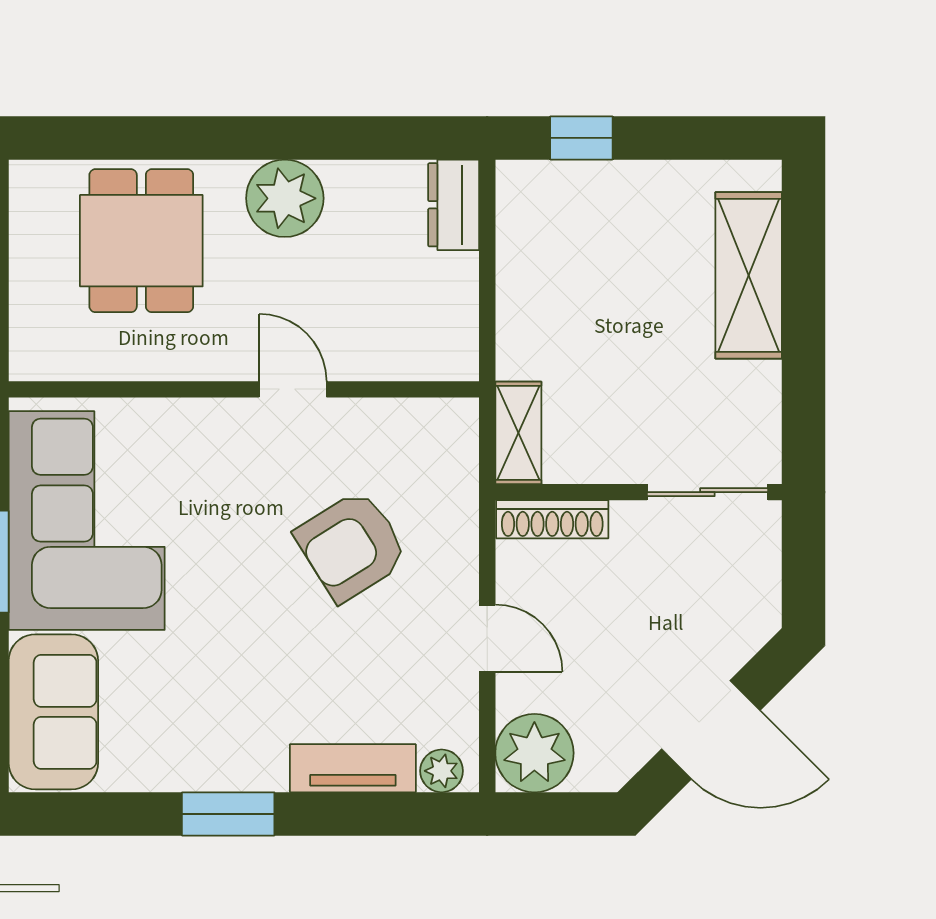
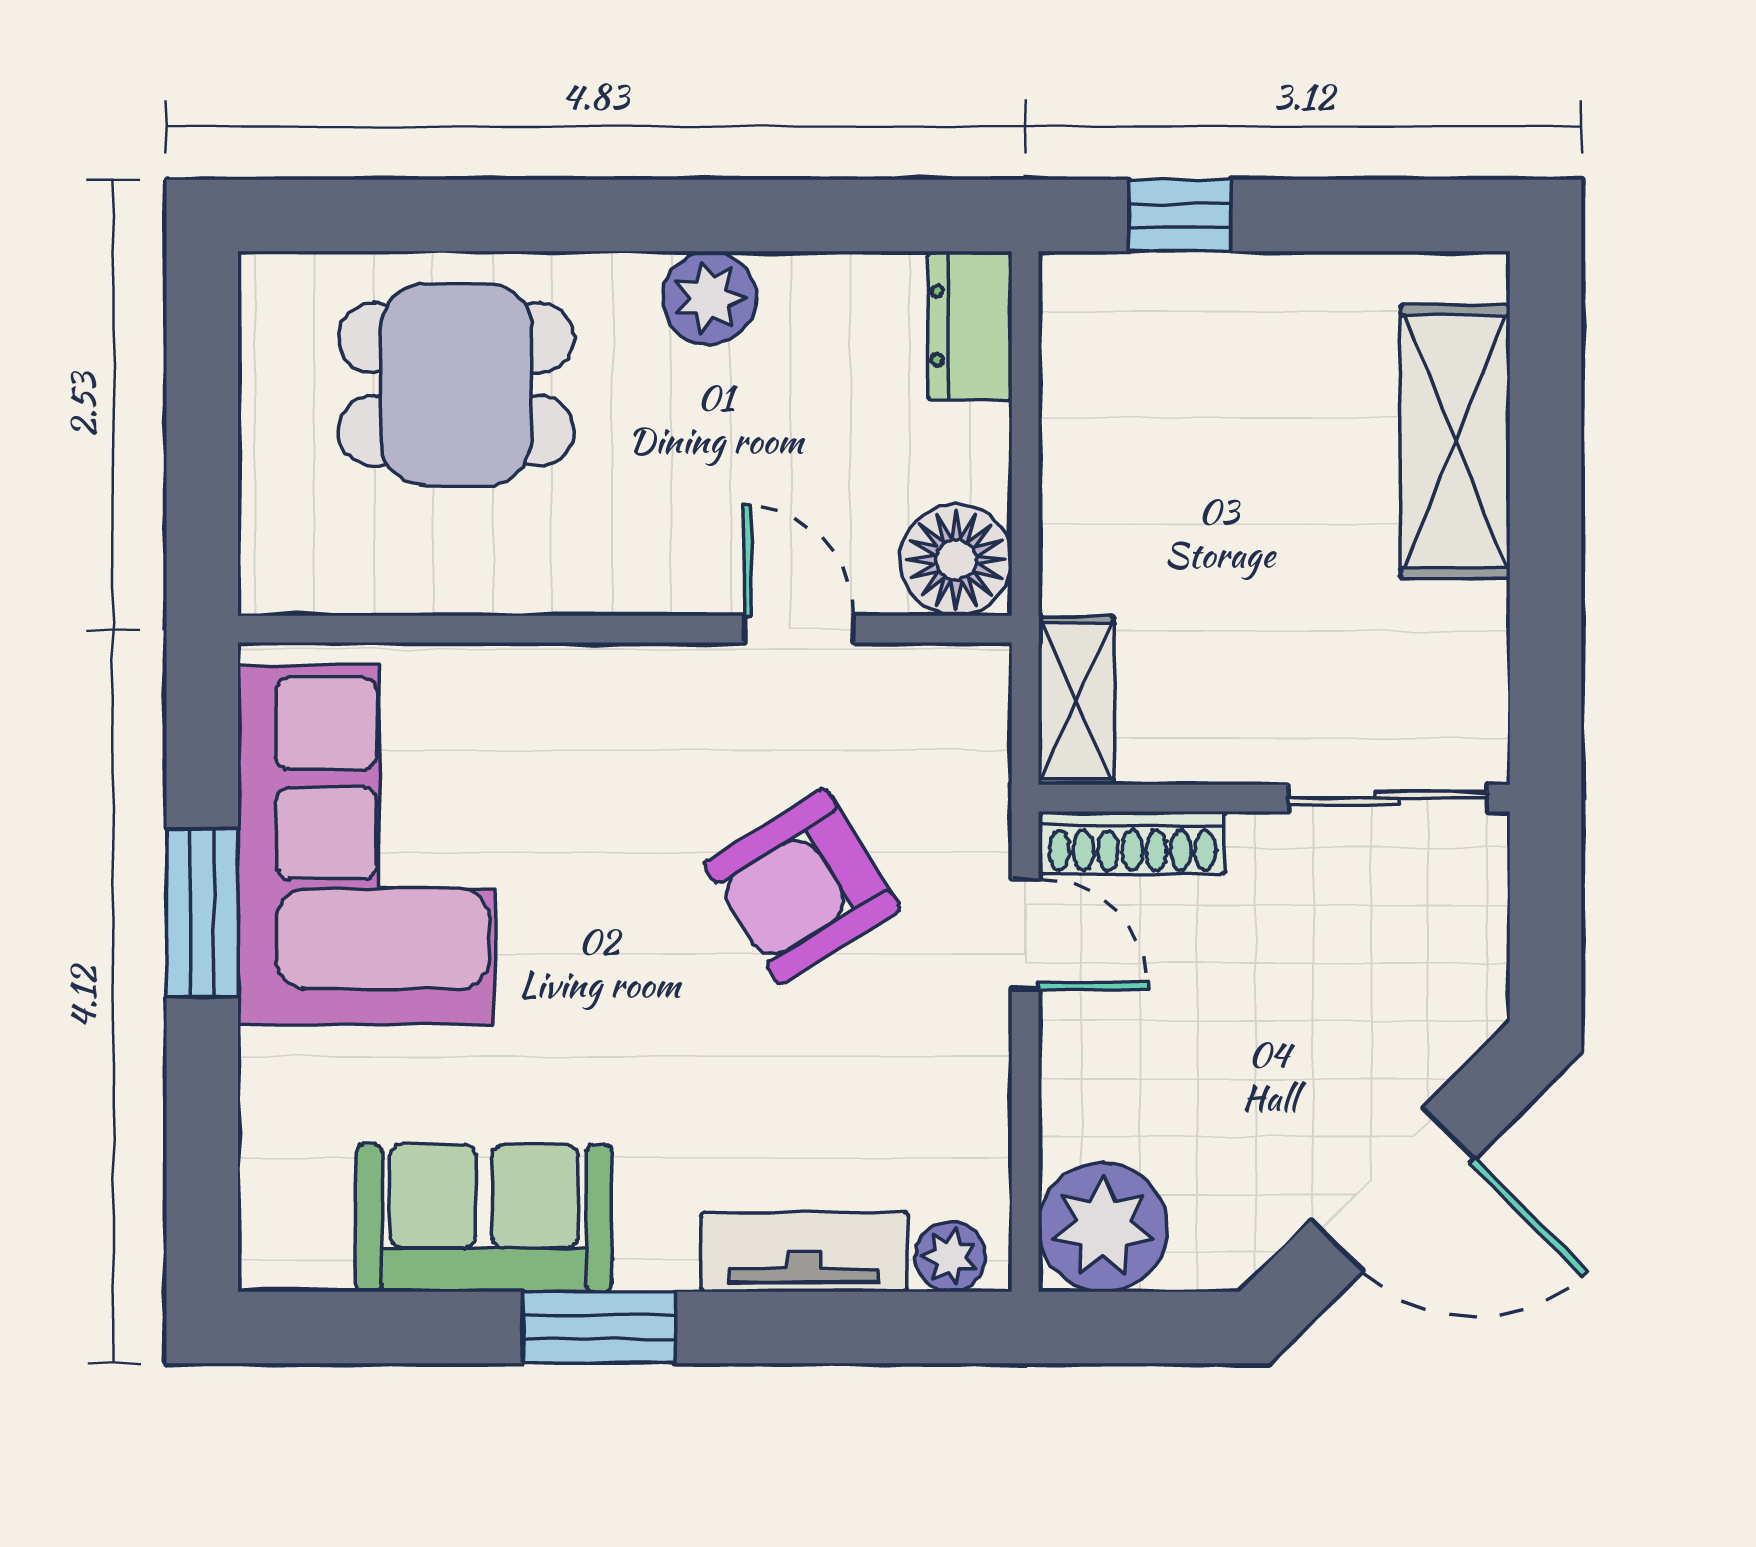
plant: (285, 198) -> (709, 298), width x0.73, depth x0.73
dining table: (141, 241) -> (456, 384), turned 90
floor lamp: (445, 347) -> (956, 560), added
door: (293, 389) -> (799, 629), moved
door: (487, 638) -> (1025, 934), moved
sofa: (53, 712) -> (484, 1218), moved, turned -90

